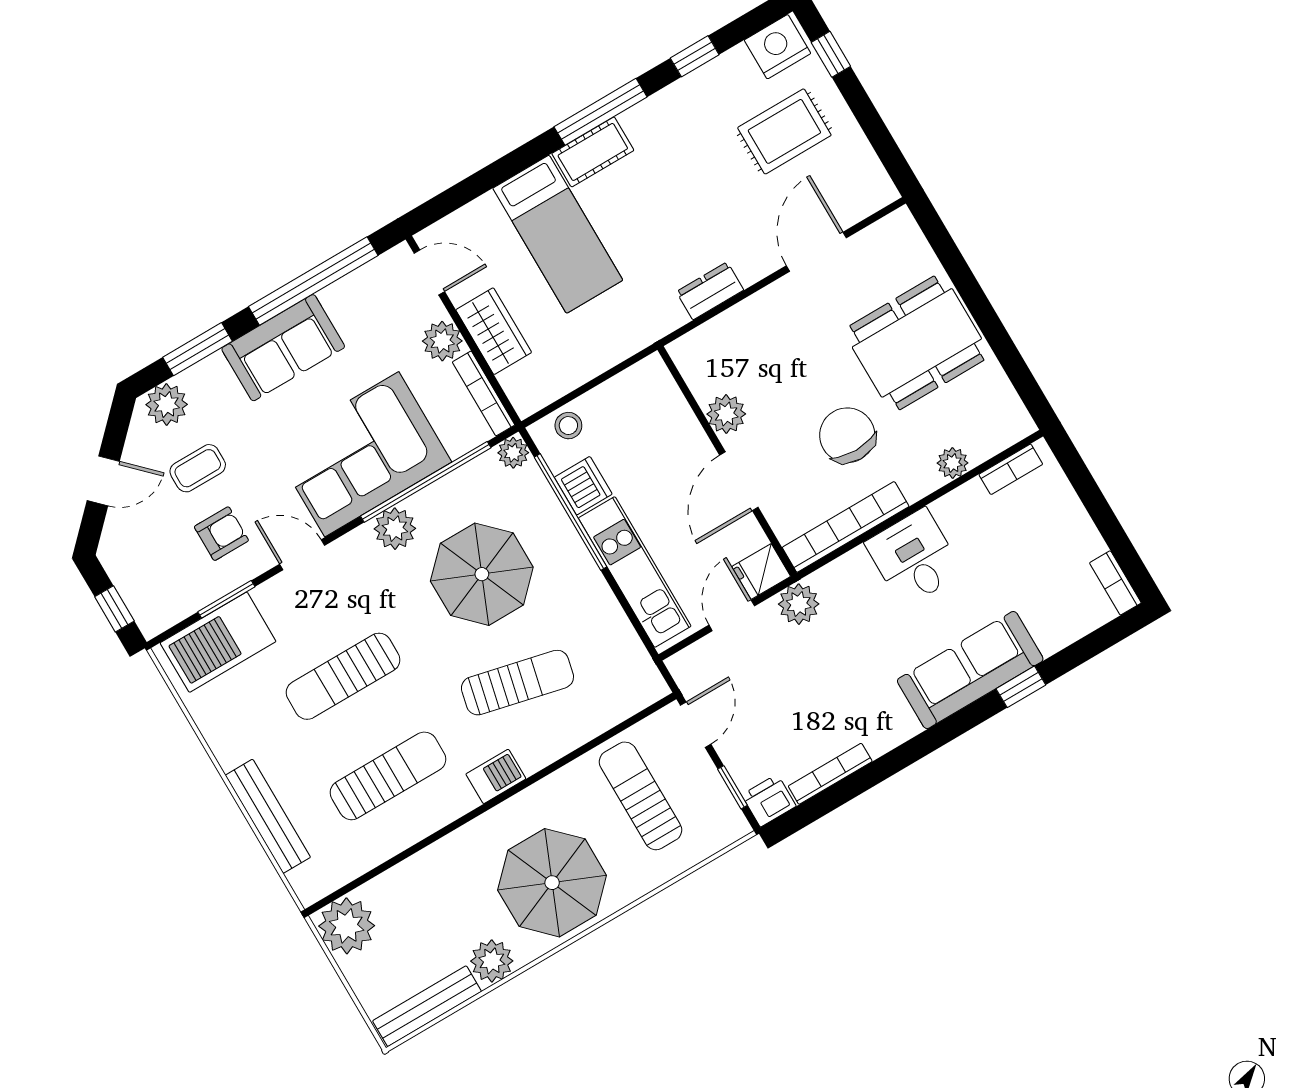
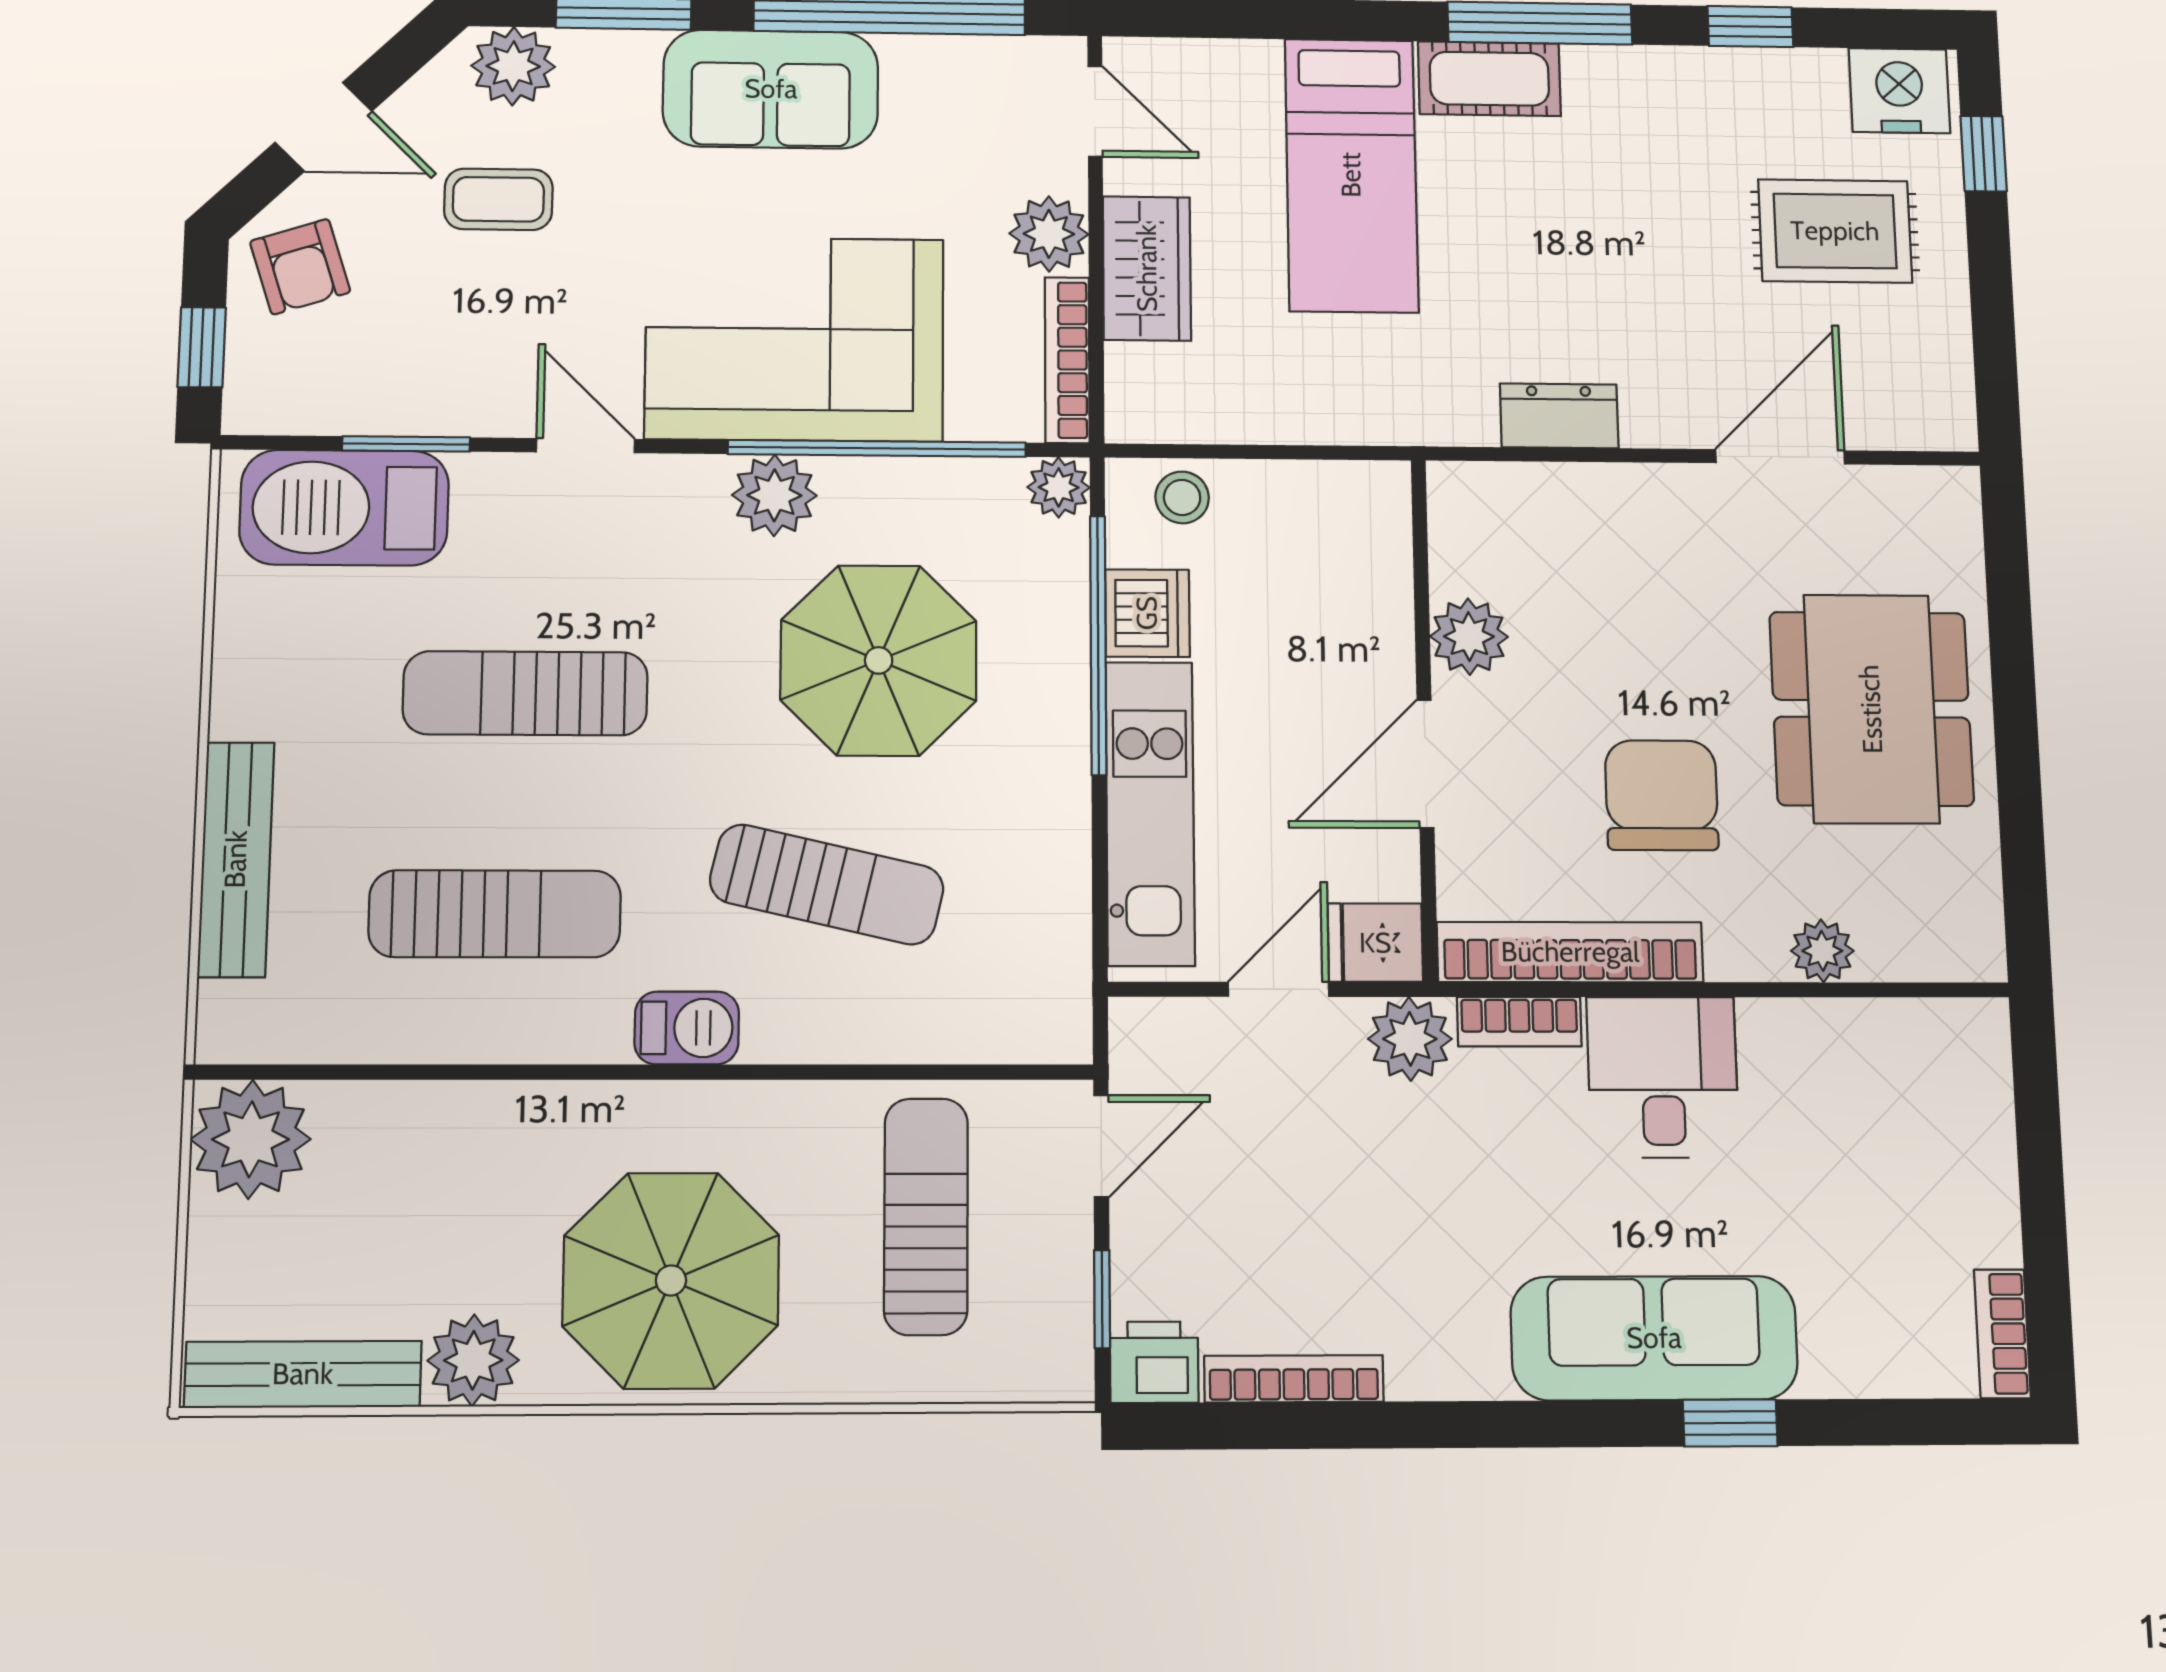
dining table: (917, 343) -> (1871, 709), turned 90
bookcase: (1011, 469) -> (1519, 1022), moved
armchair: (221, 534) -> (300, 267), moved, turned 72

